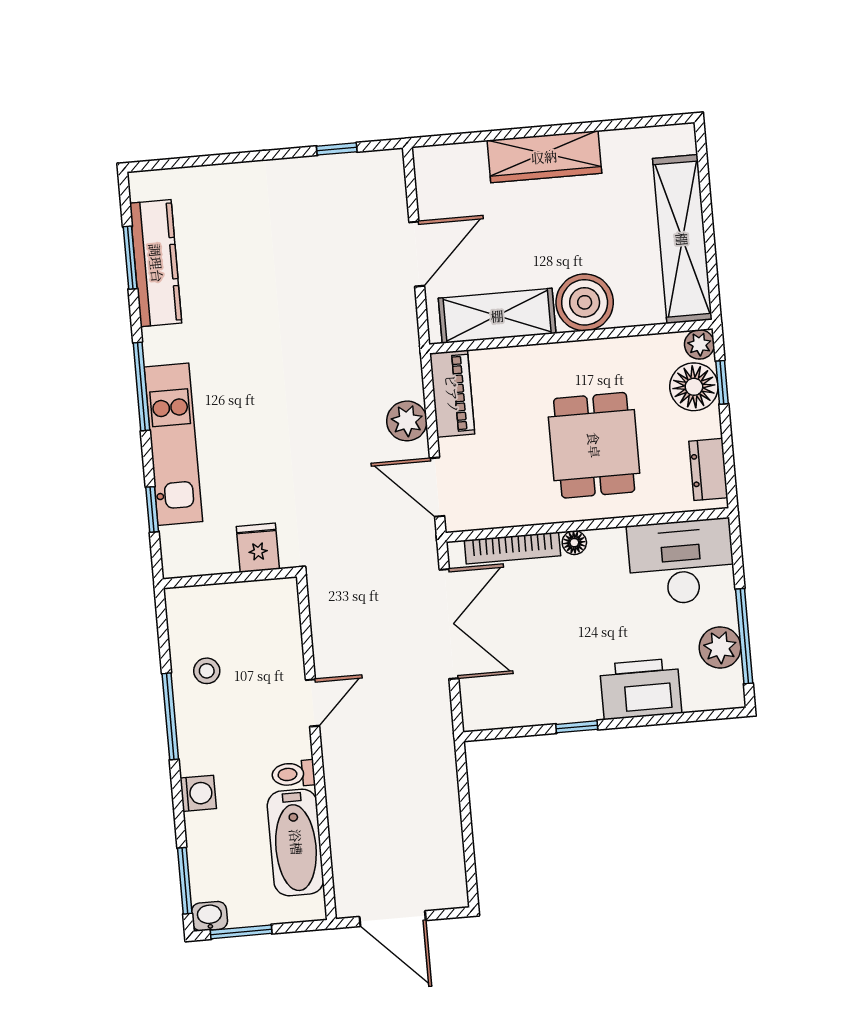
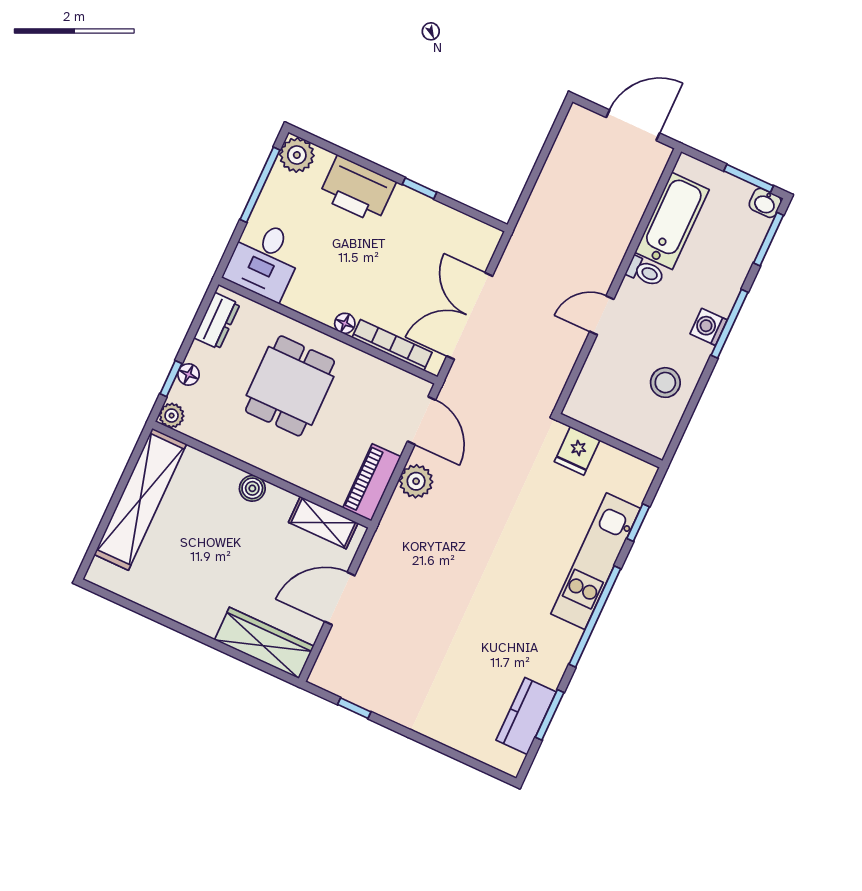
wardrobe: (544, 157) -> (264, 643), moved
kitchen counter: (156, 263) -> (526, 716), width x0.67
boiler: (585, 302) -> (252, 488), width x0.54, depth x0.54
shelving: (497, 316) -> (323, 523), width x0.67, depth x0.75
window: (141, 386) -> (595, 617), width x1.46
floor lamp: (694, 387) -> (189, 374), width x0.53, depth x0.53
desk: (681, 562) -> (264, 260), width x0.73
plant: (720, 647) -> (297, 155), moved
stool: (207, 671) -> (665, 383), width x1.37, depth x1.37
window: (170, 716) -> (730, 324), moved
washing machine: (198, 793) -> (709, 327), moved
door: (393, 919) -> (633, 125), hinge flipped

